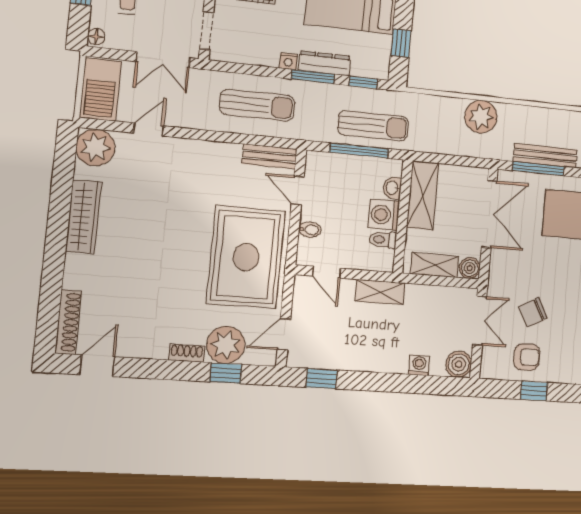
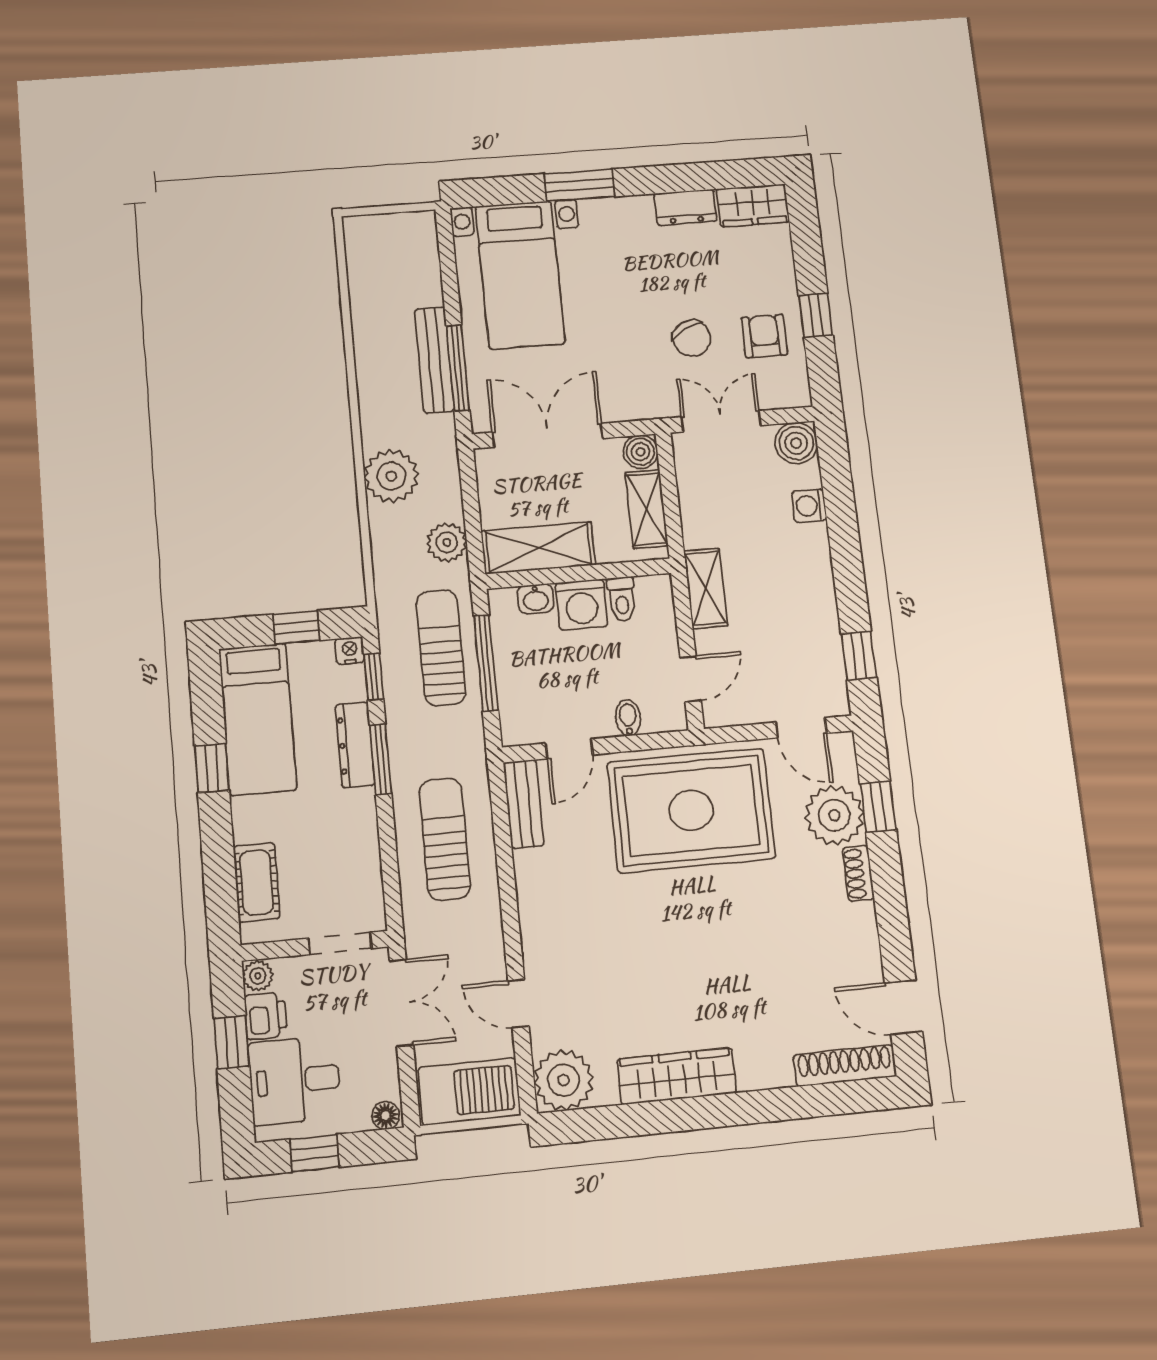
nightstand: (288, 61) -> (350, 650), moved, turned -90
plant: (436, 142) -> (447, 542), added

